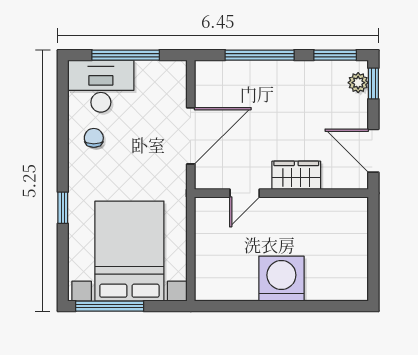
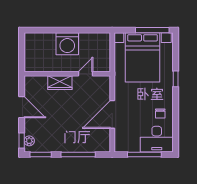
wardrobe: (296, 175) -> (60, 83), moved
door: (245, 193) -> (86, 74), moved
wall: (281, 193) -> (67, 74), moved

